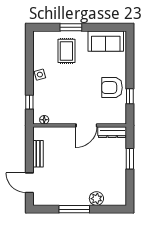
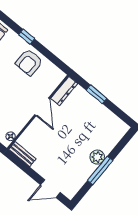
window: (130, 96) -> (27, 37), moved
bench: (38, 154) -> (22, 154), moved
plant: (96, 199) -> (97, 157), moved

